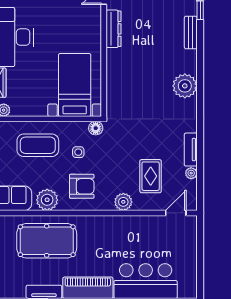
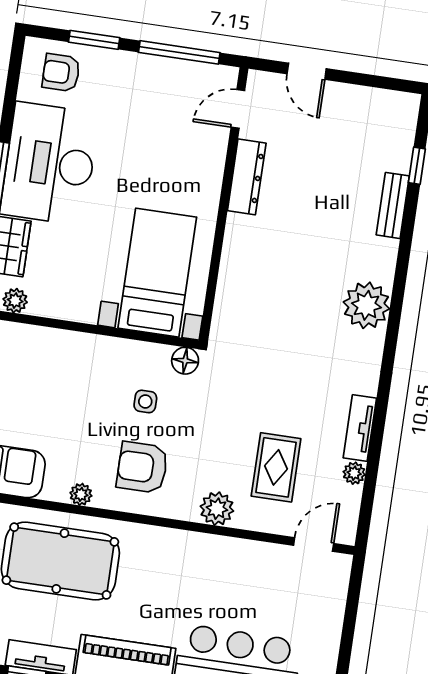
coffee table: (38, 145) -> (70, 377), removed
armchair: (82, 186) -> (142, 467), turned 180
plant: (47, 200) -> (81, 494), width x0.53, depth x0.53

